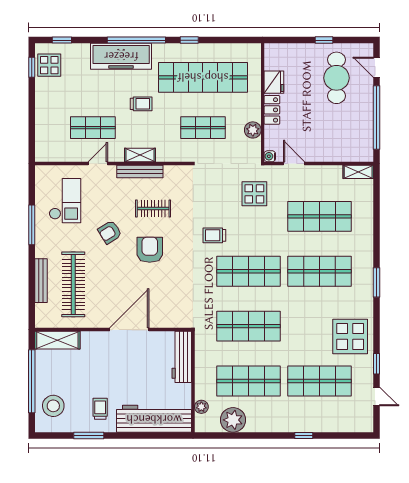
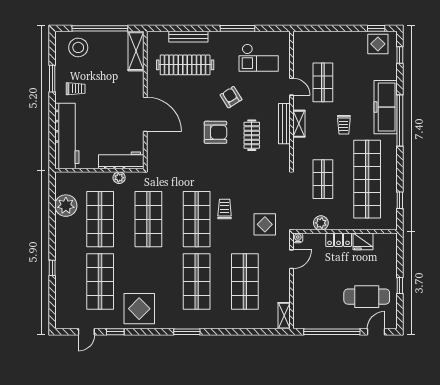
window: (189, 40) -> (400, 200), moved
trolley: (214, 235) -> (225, 209), moved
plant: (201, 407) -> (119, 178), moved

